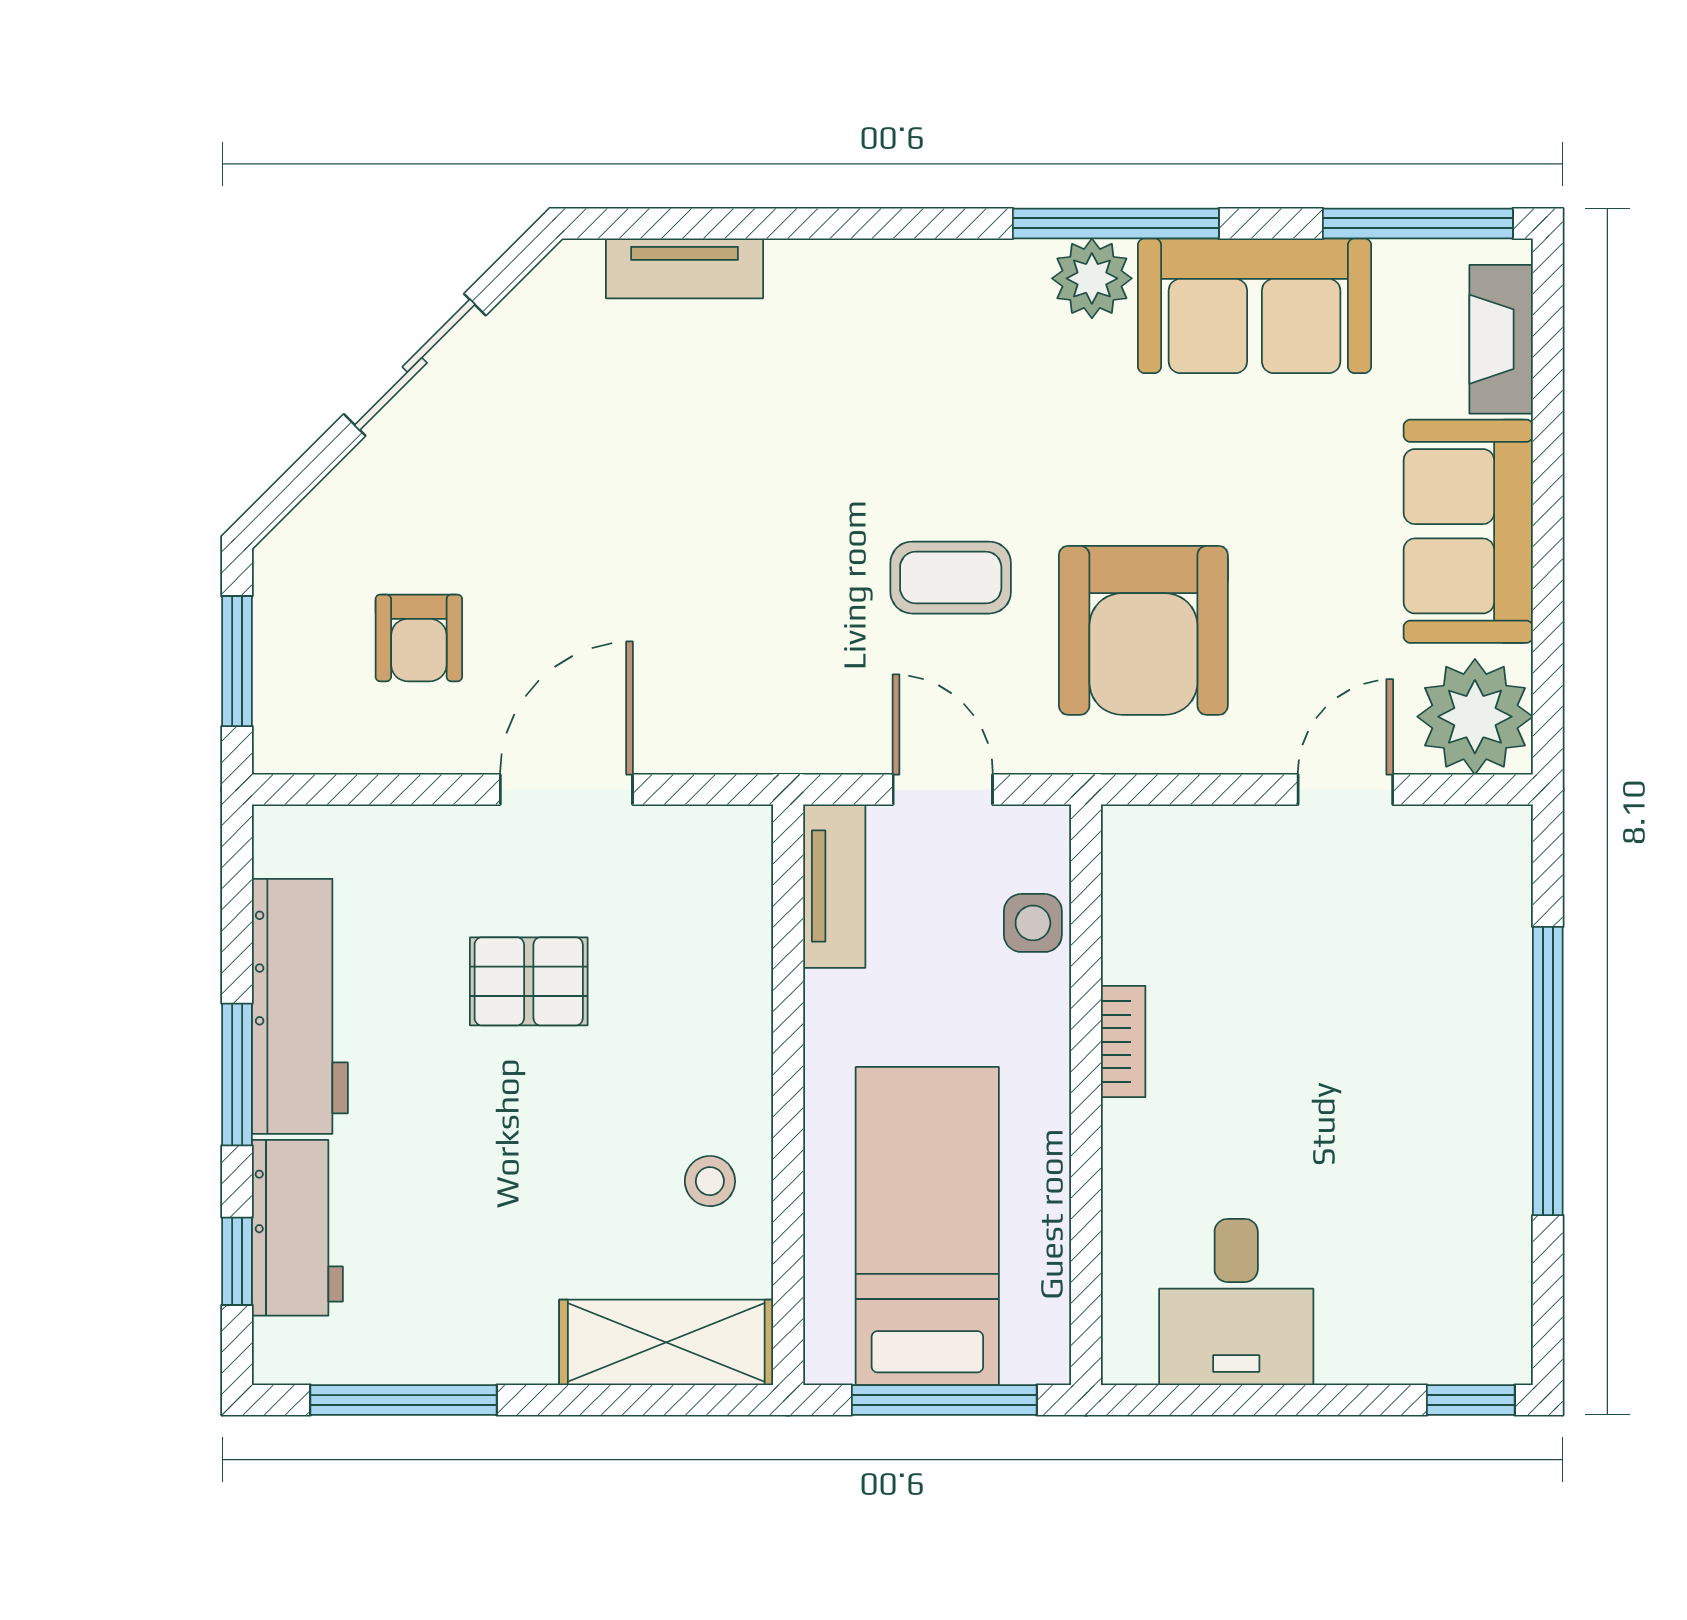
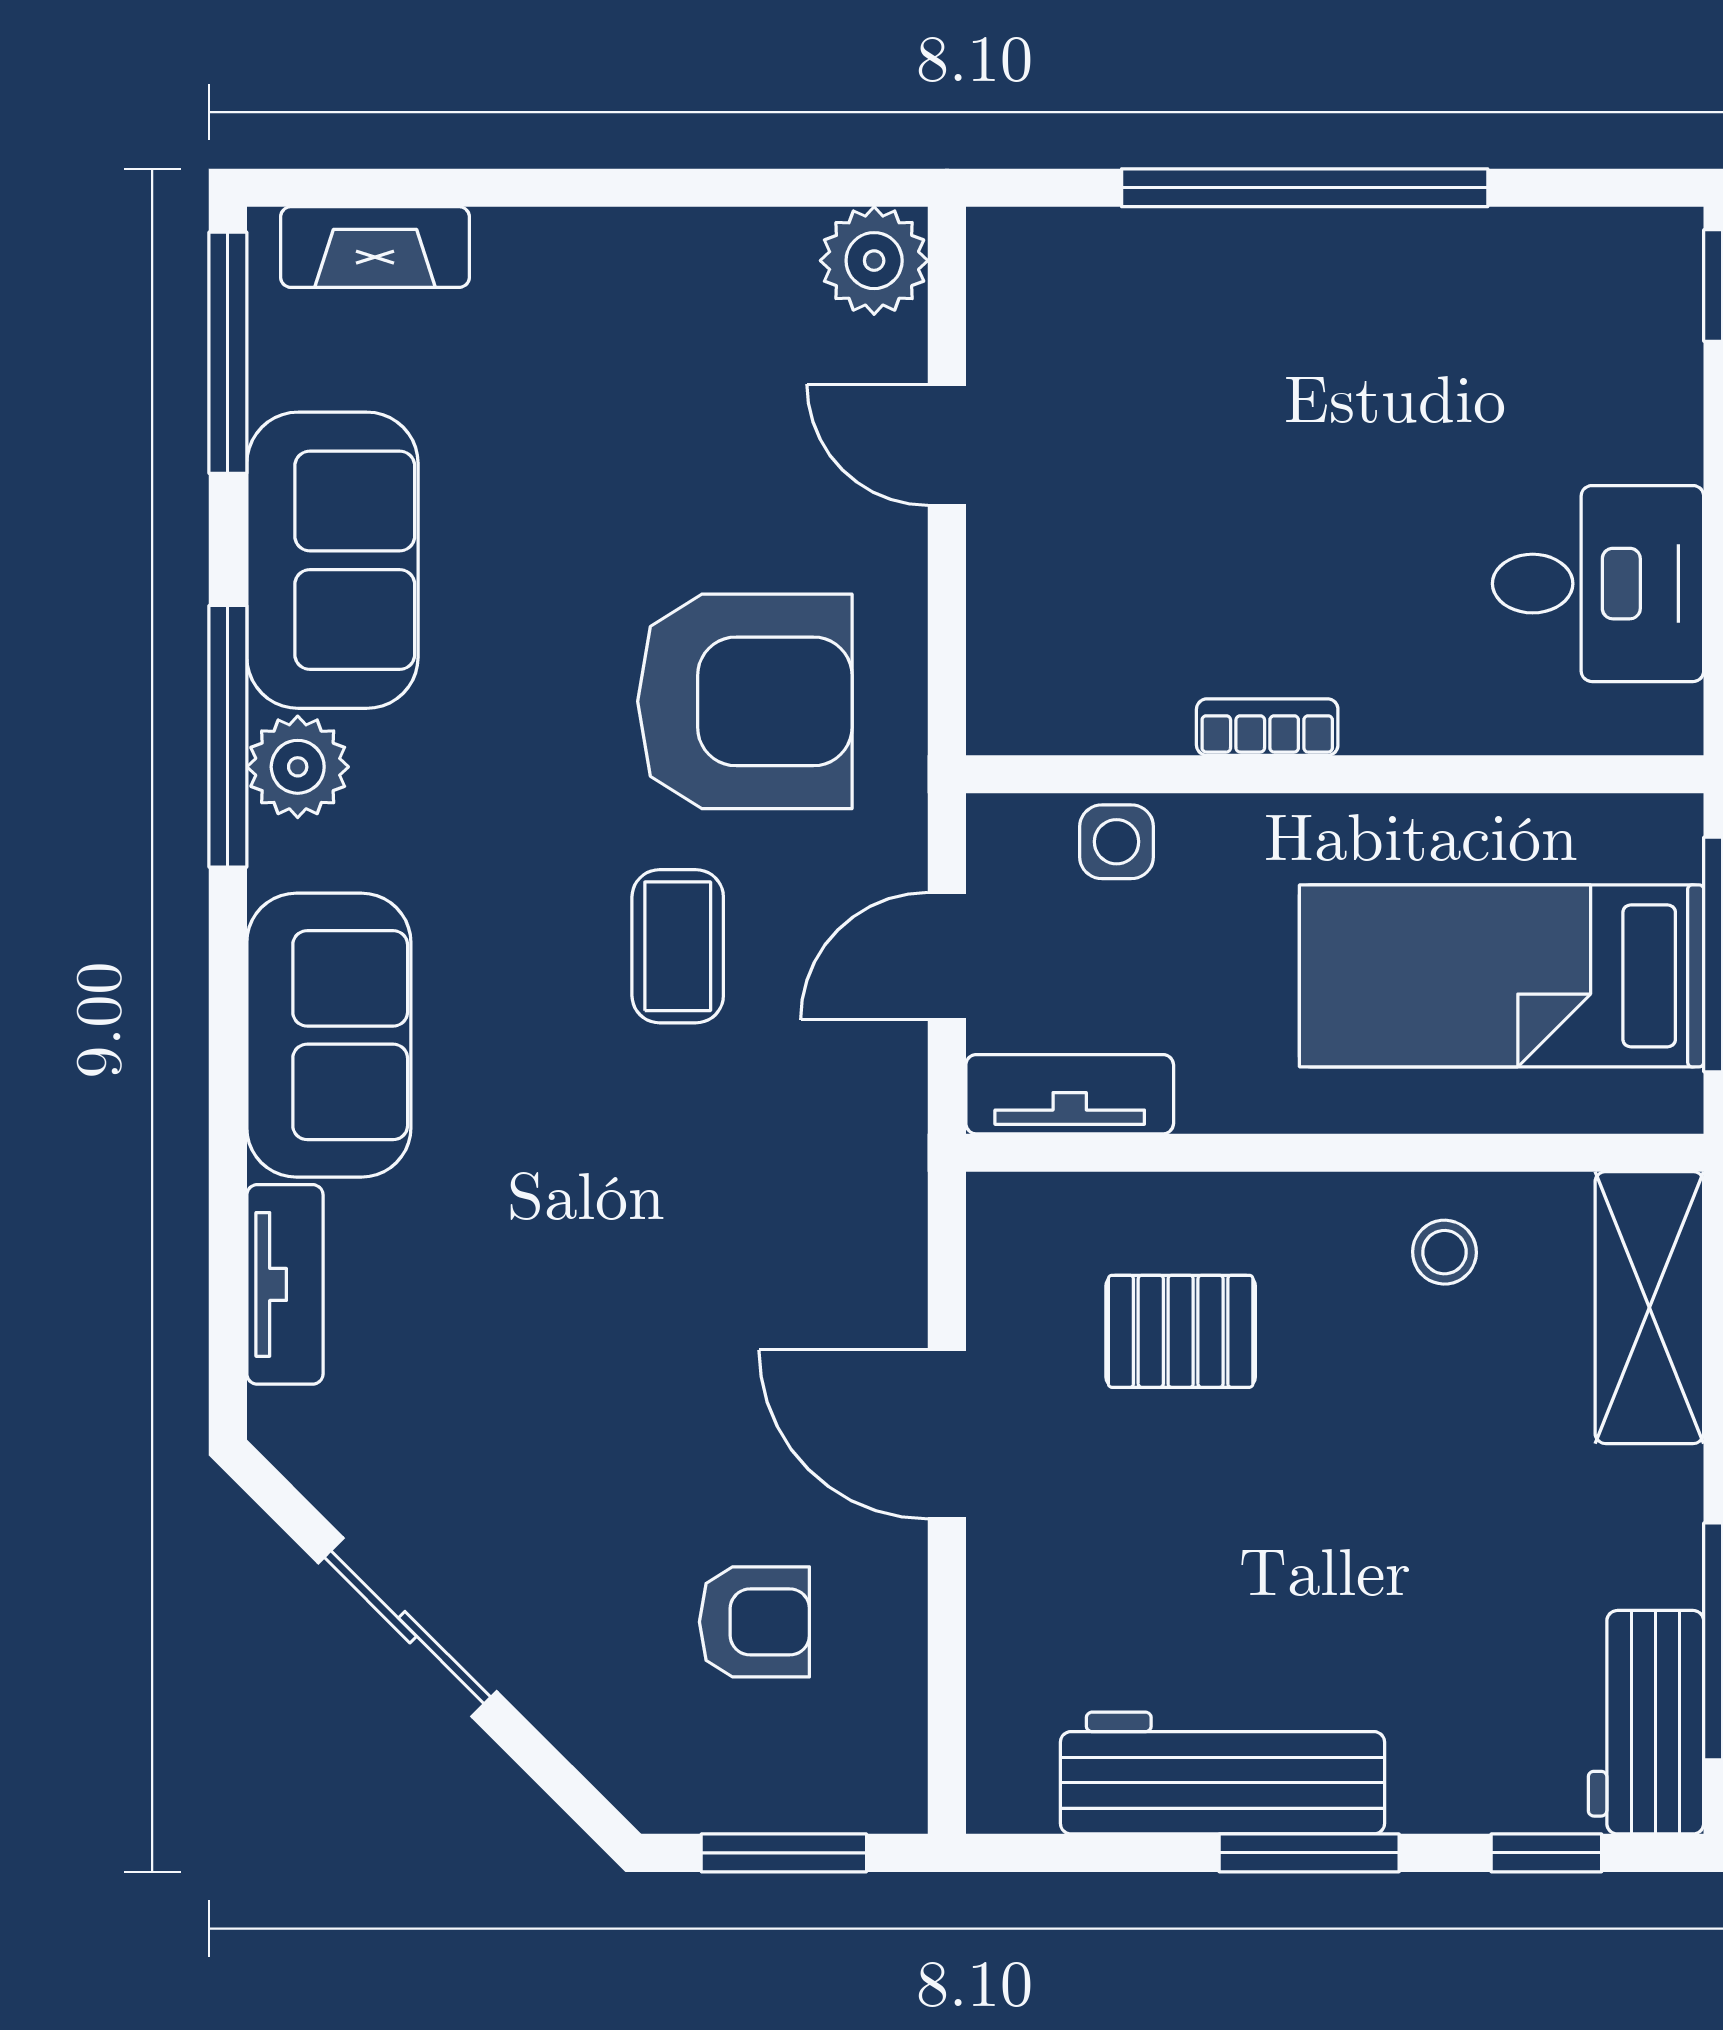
sofa: (1468, 531) -> (329, 1035), moved, turned -90
plant: (1475, 717) -> (874, 261), width x0.73, depth x0.73
pallet: (529, 981) -> (1181, 1331), moved, turned 90
workbench: (297, 1228) -> (1646, 1722), moved, turned -90

